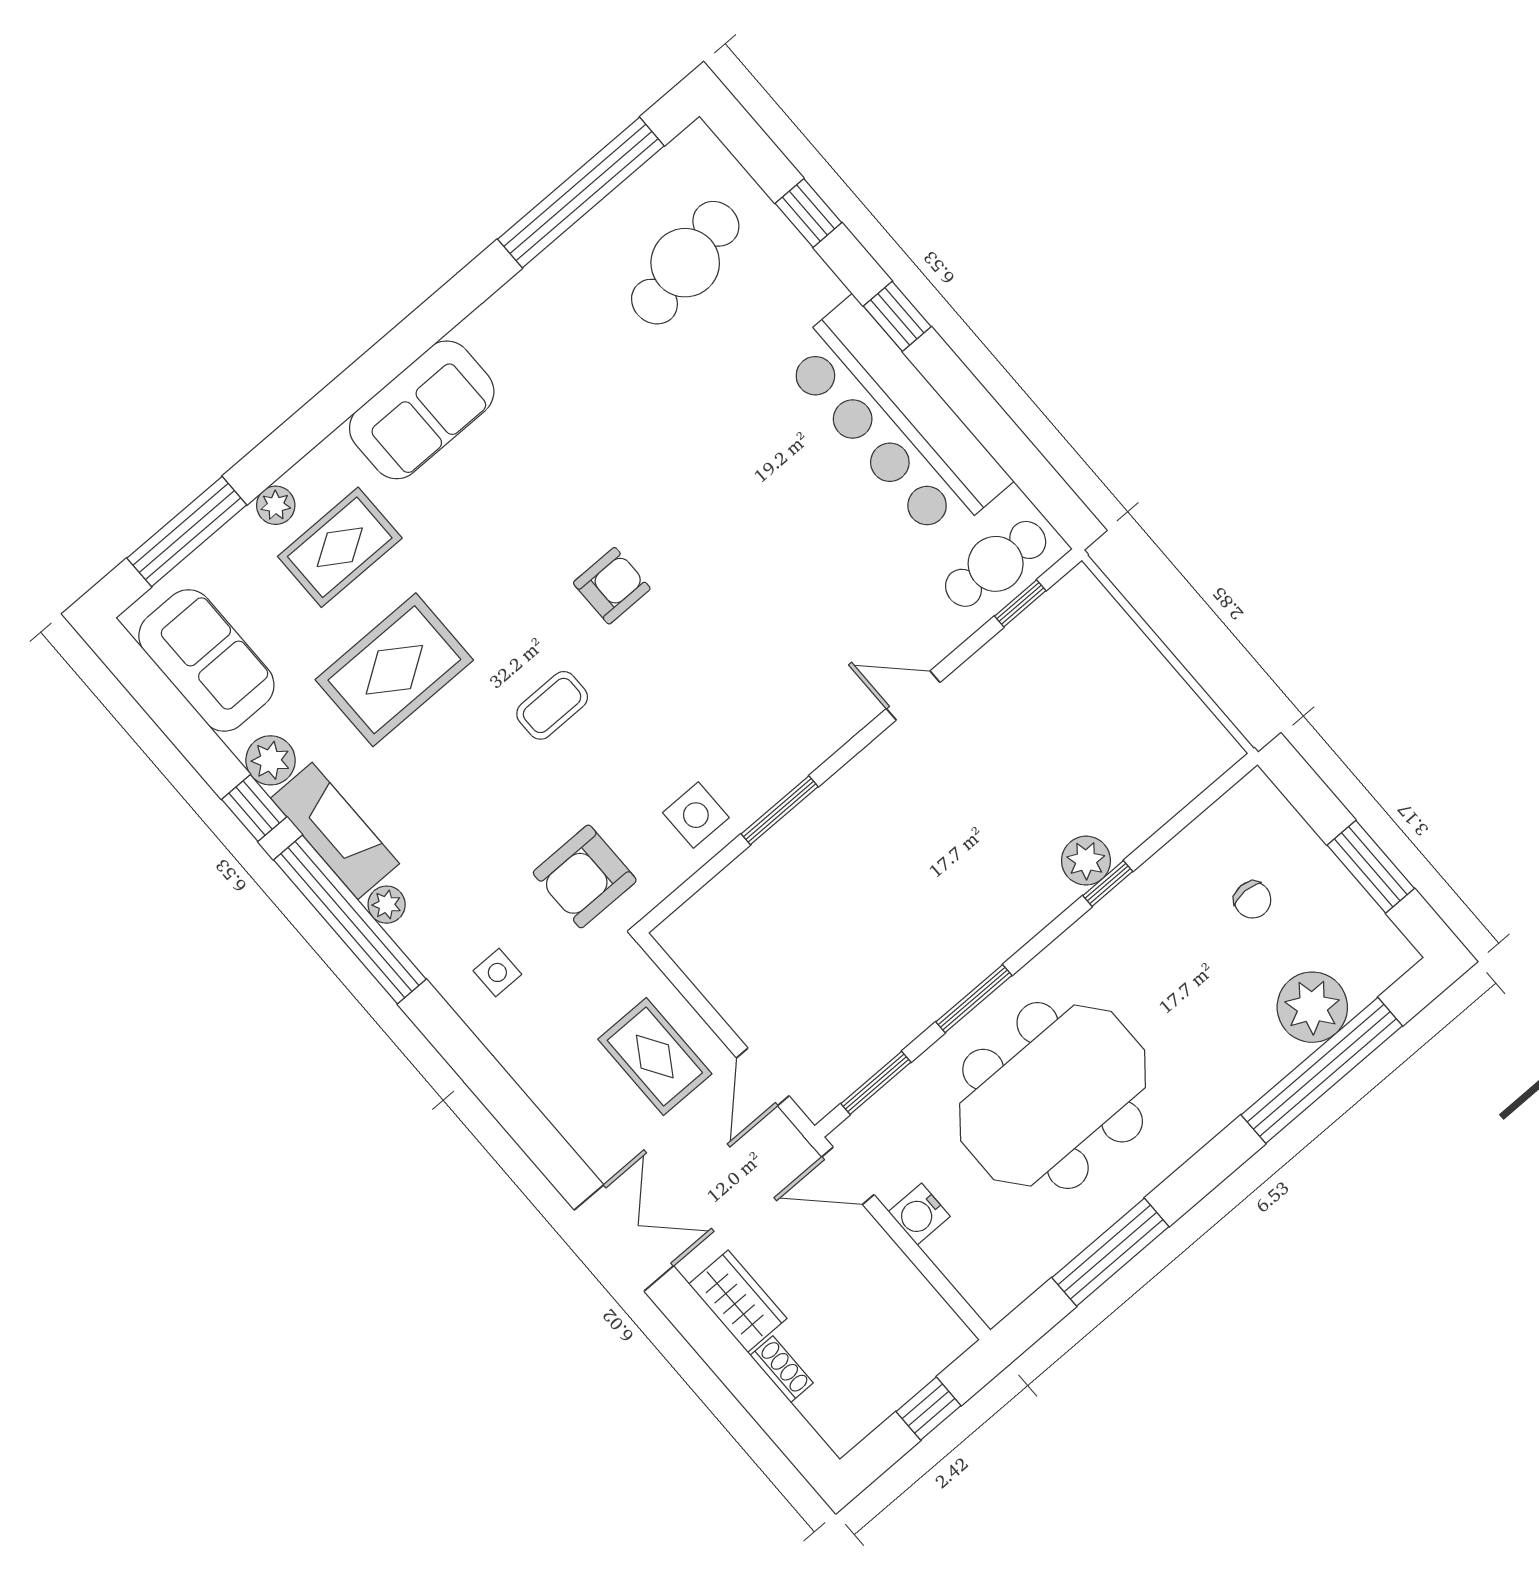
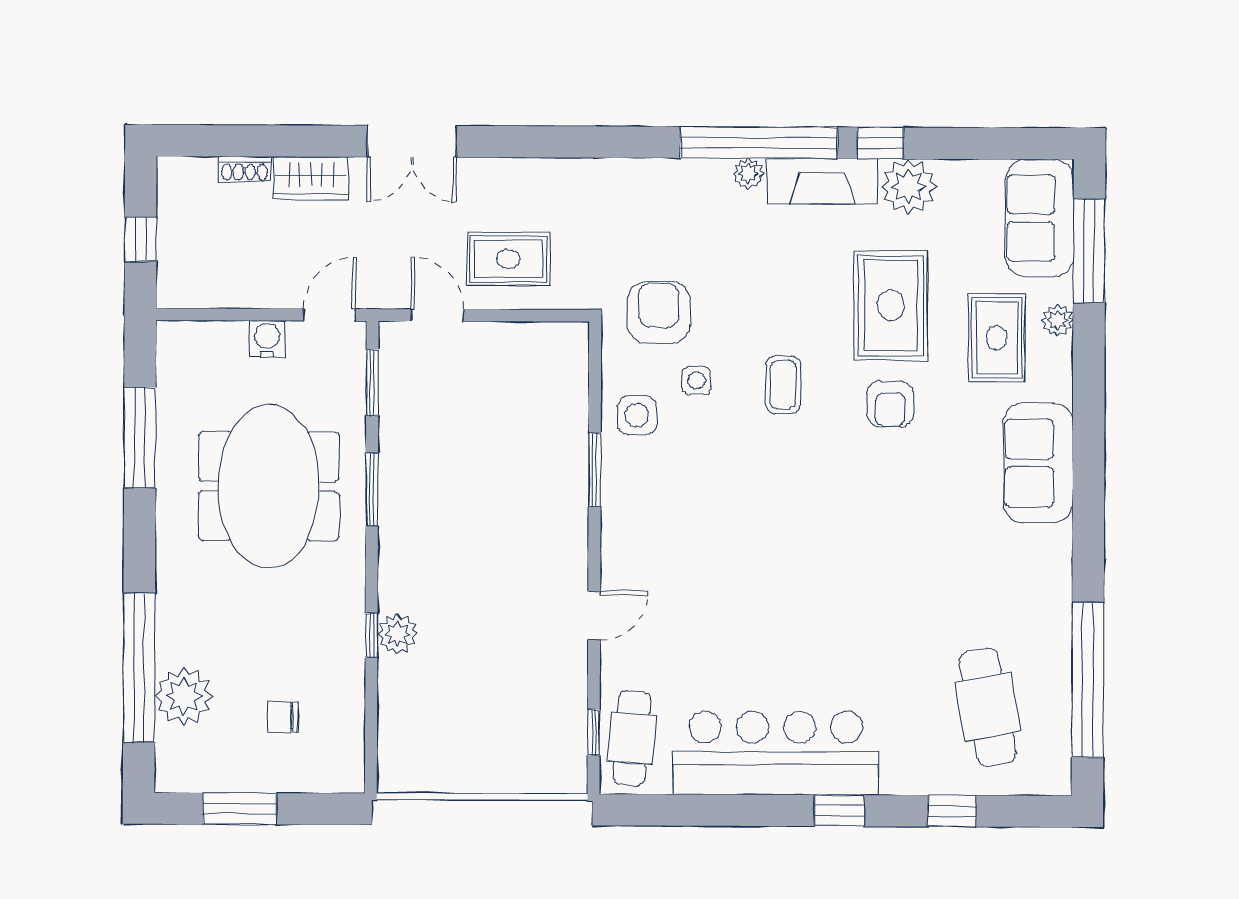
armchair: (612, 586) -> (890, 404), moved
sofa: (206, 660) -> (1040, 218), moved, turned 90
plant: (271, 760) -> (908, 187), width x1.36, depth x1.36
side table: (497, 972) -> (696, 381), moved

